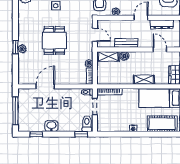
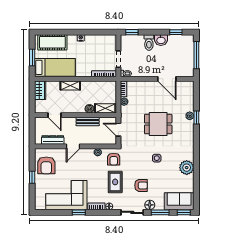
dining table: (54, 40) -> (158, 124), turned 90
door: (45, 86) -> (167, 79), hinge flipped
toilet: (87, 124) -> (149, 42), moved

